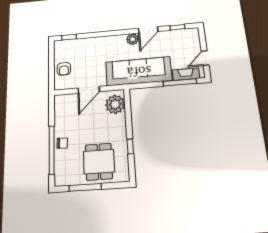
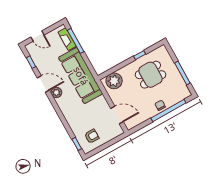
door: (205, 58) -> (37, 36), moved
armchair: (64, 69) -> (92, 136), moved
door: (89, 90) -> (117, 115), moved
dining table: (99, 162) -> (151, 75), moved

